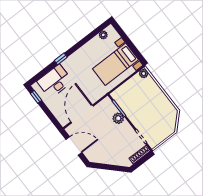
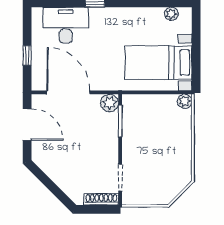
window: (36, 97) -> (27, 55), moved
door: (82, 114) -> (68, 92), hinge flipped
plant: (118, 118) -> (110, 103), moved

